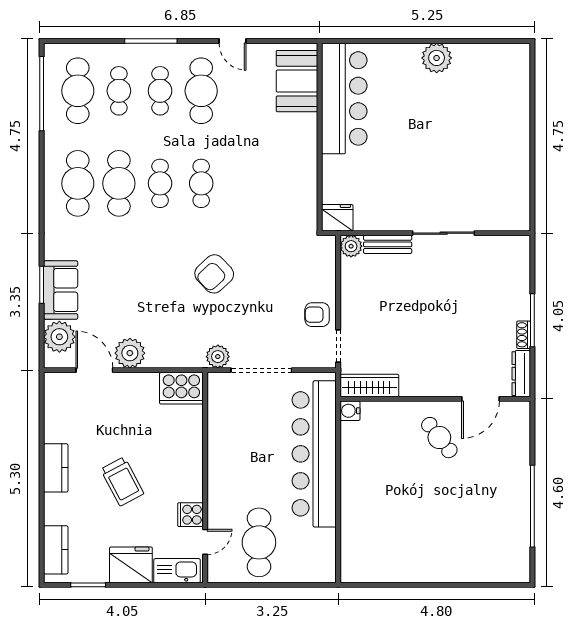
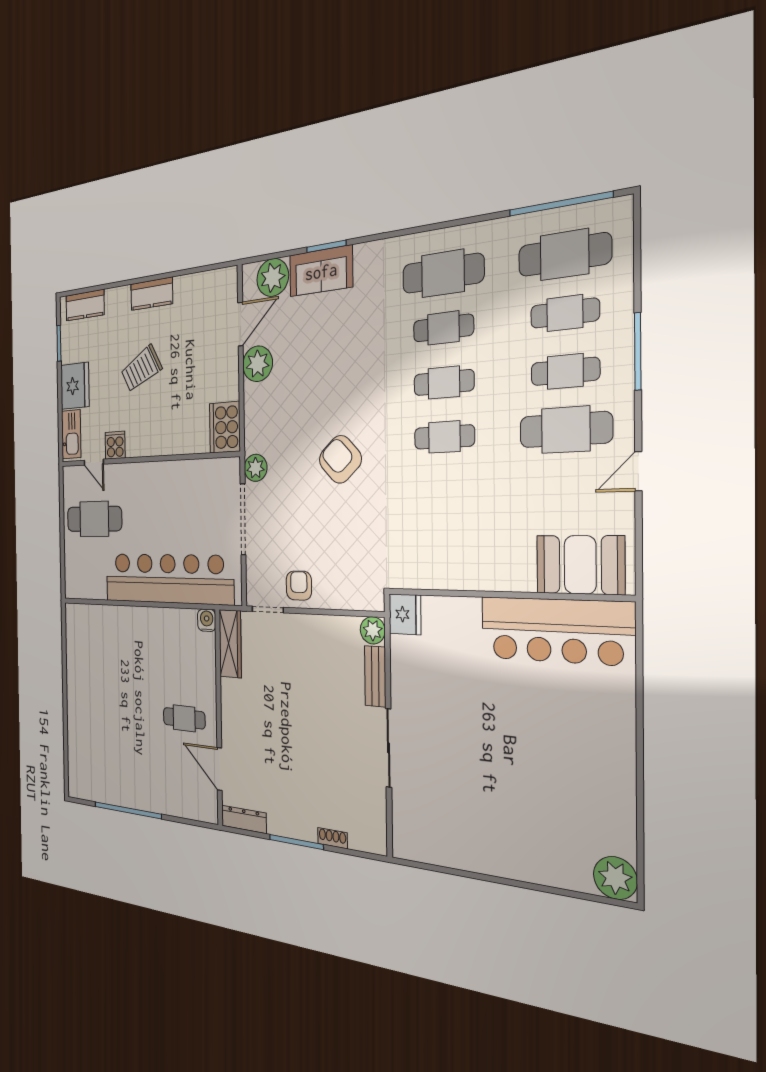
plant: (437, 58) -> (615, 878), moved
cafe table: (119, 183) -> (443, 328), width x0.73, depth x0.74
shoe rack: (524, 335) -> (333, 838), moved
cafe table: (439, 438) -> (184, 718), turned 38

